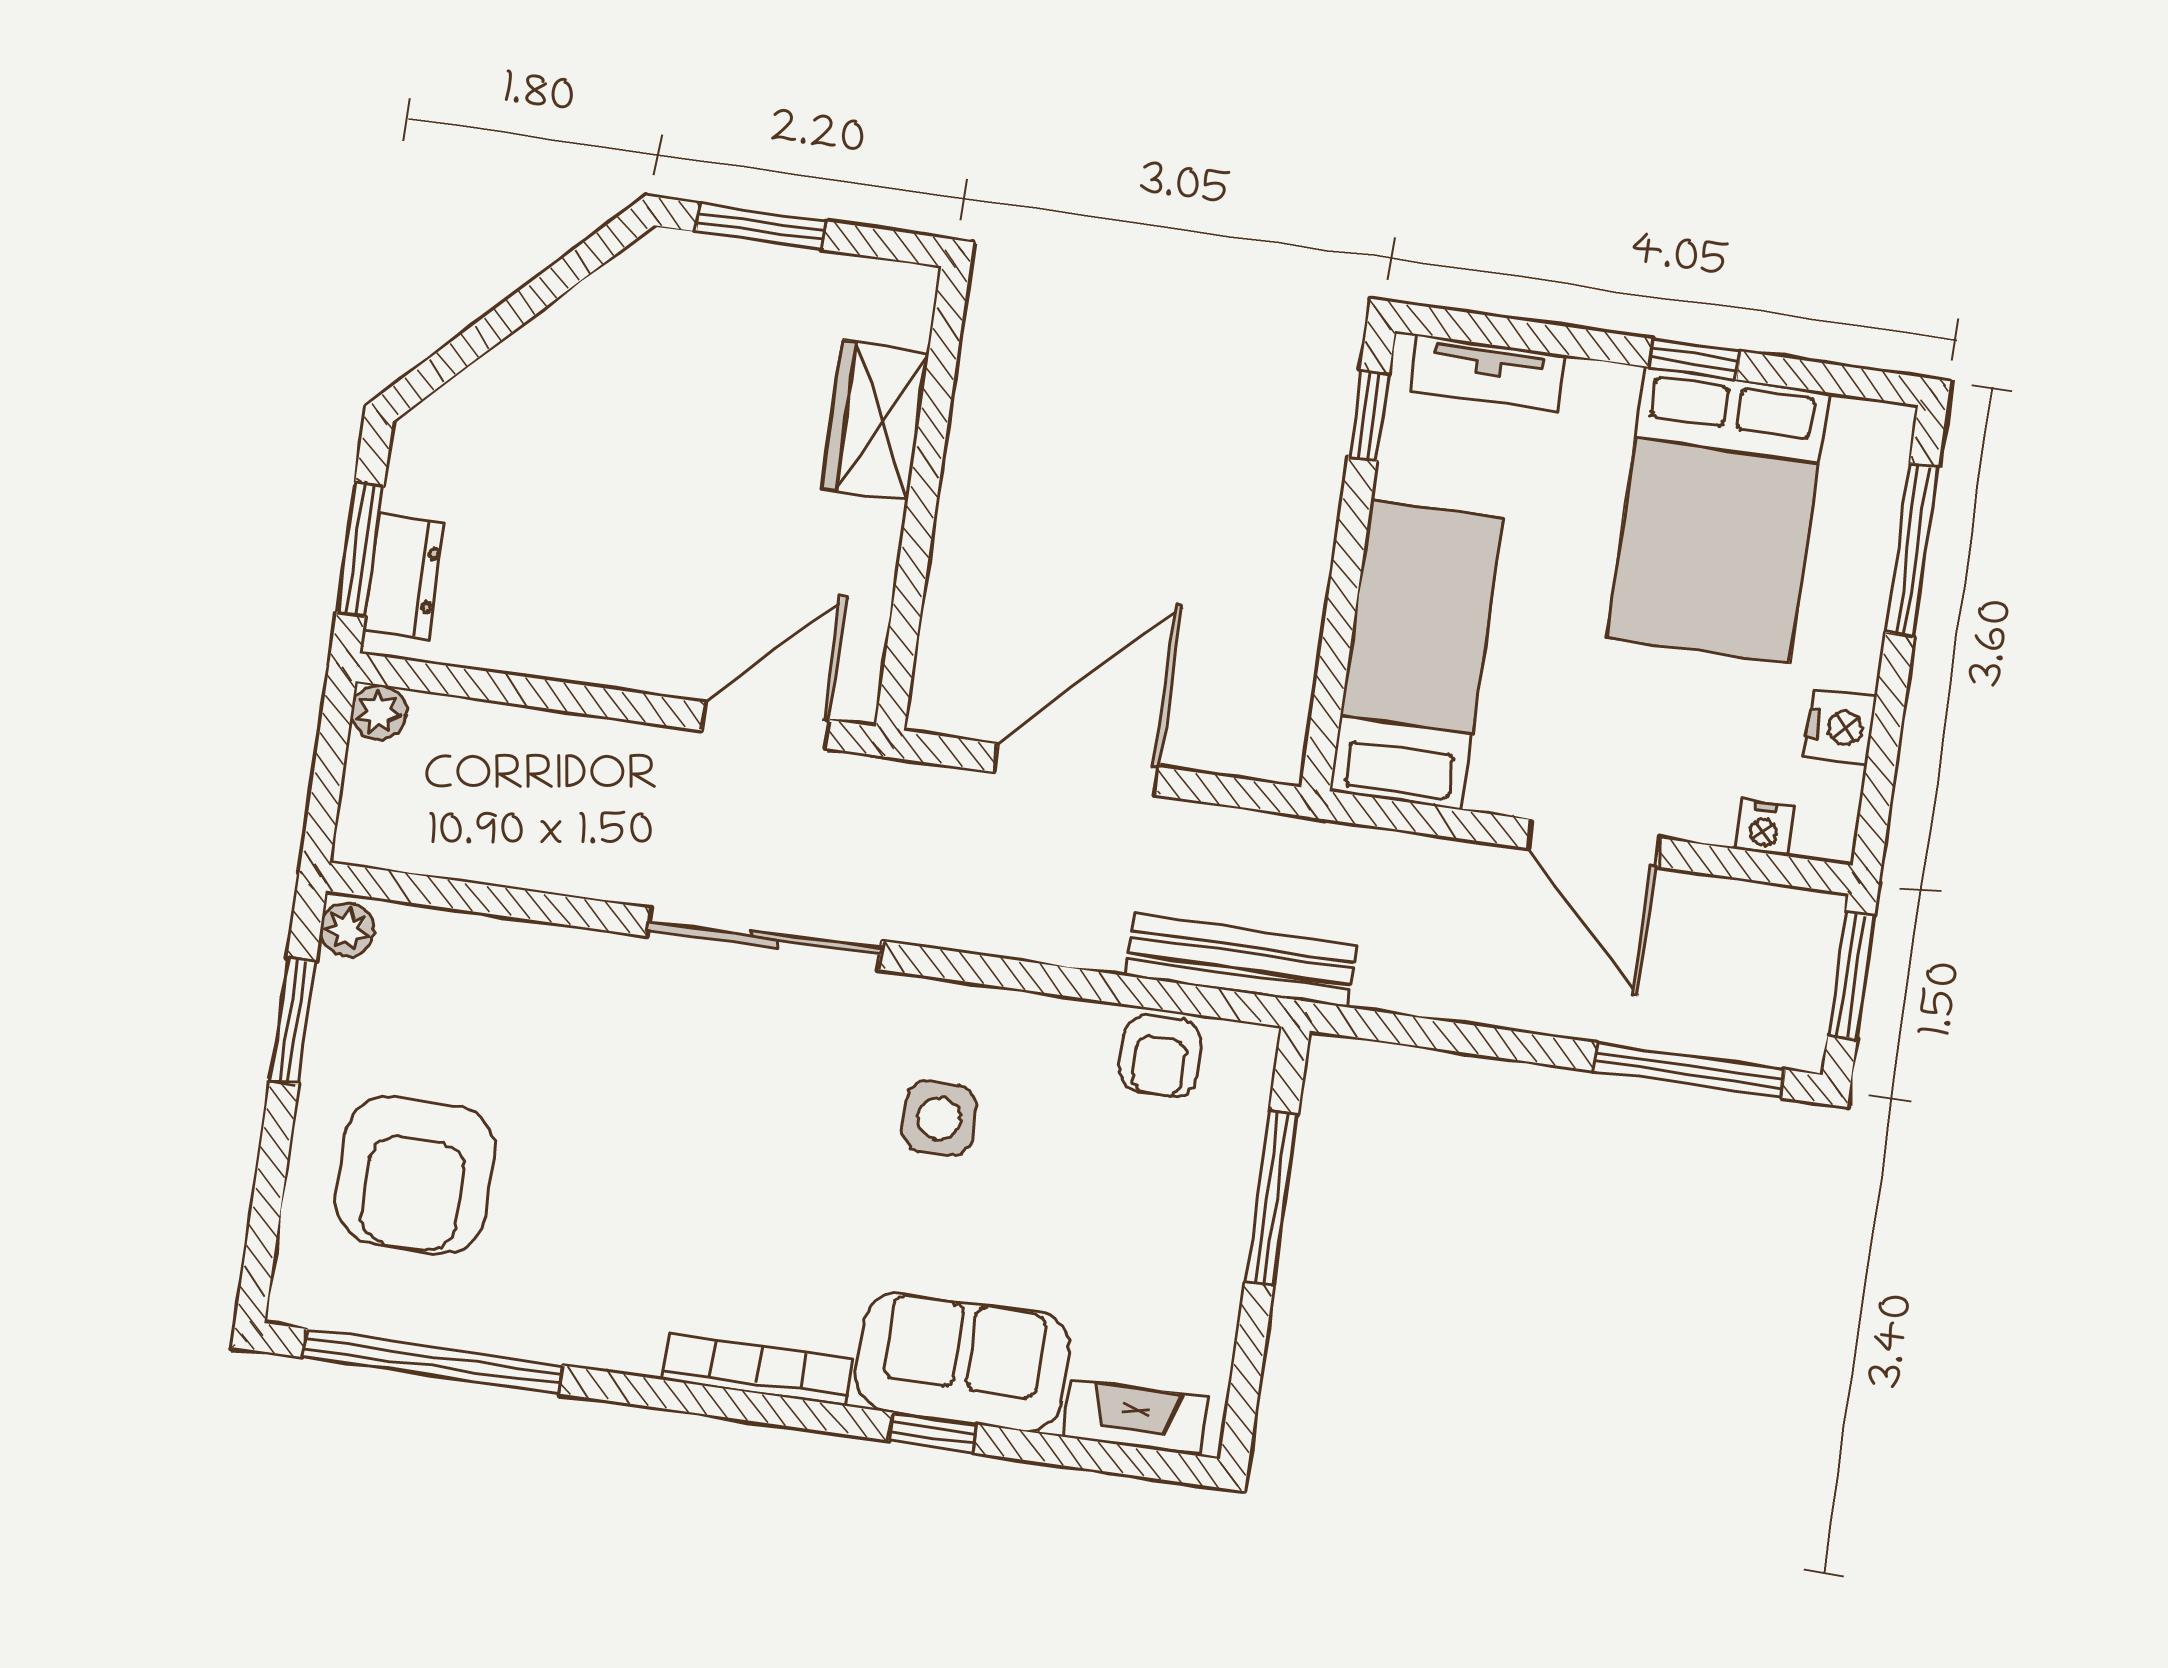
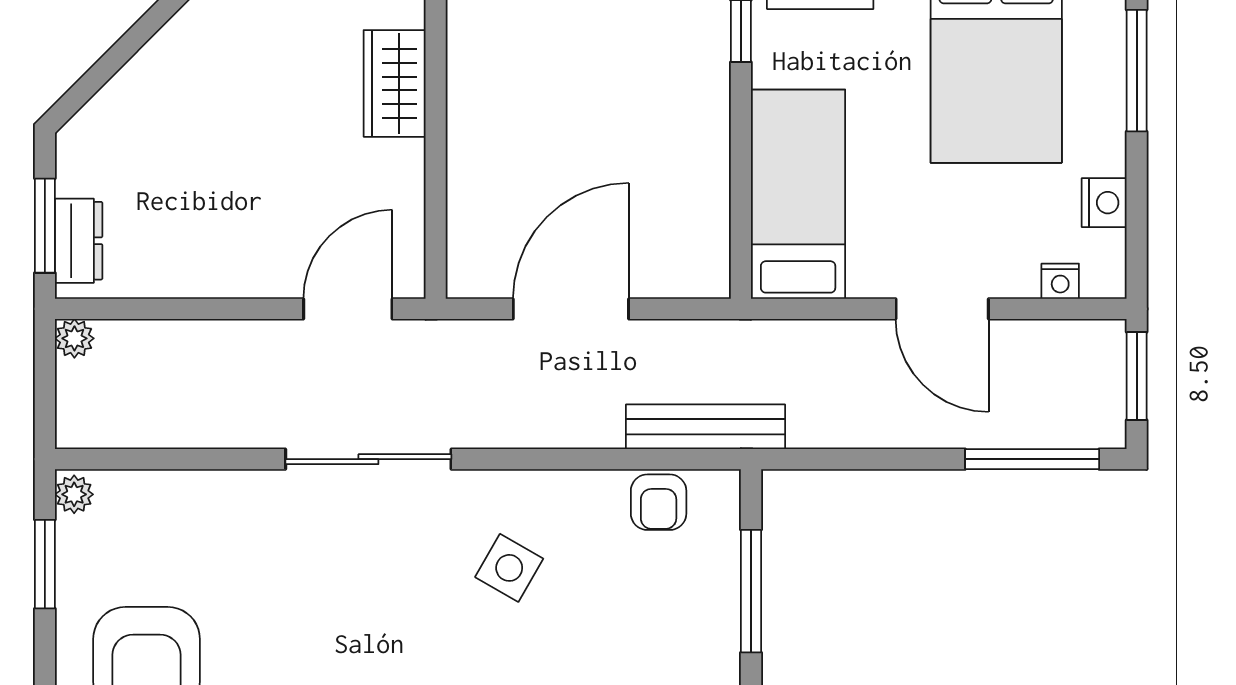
side table: (939, 1118) -> (509, 568), turned 30

